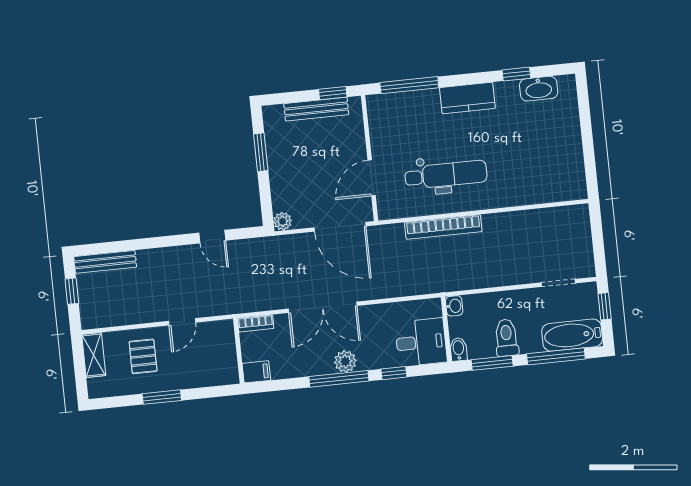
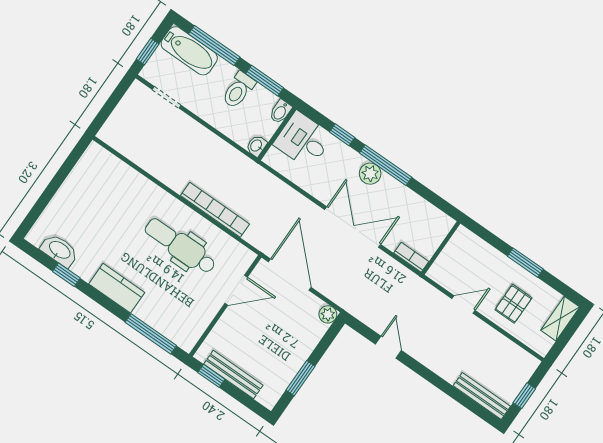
shelving: (94, 355) -> (560, 319), moved
filing cabinet: (256, 372) -> (441, 222), removed

